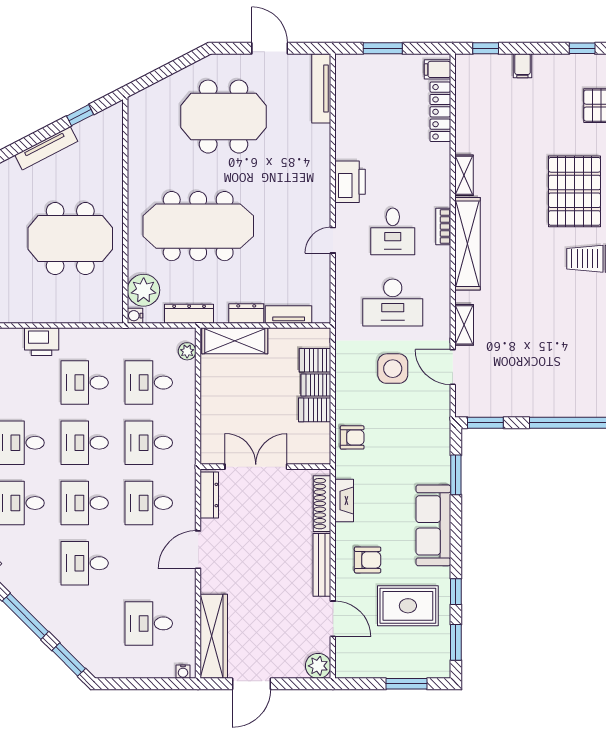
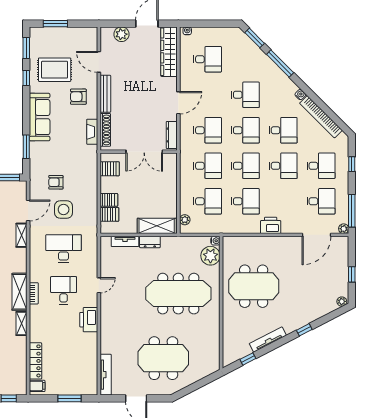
shelving: (467, 244) -> (19, 292), width x0.68
dresser: (189, 314) -> (184, 242), removed
door: (453, 367) -> (28, 210), hinge flipped
server rack: (315, 410) -> (110, 169), moved
armchair: (352, 437) -> (56, 182), moved
plant: (318, 666) -> (121, 34), moved

